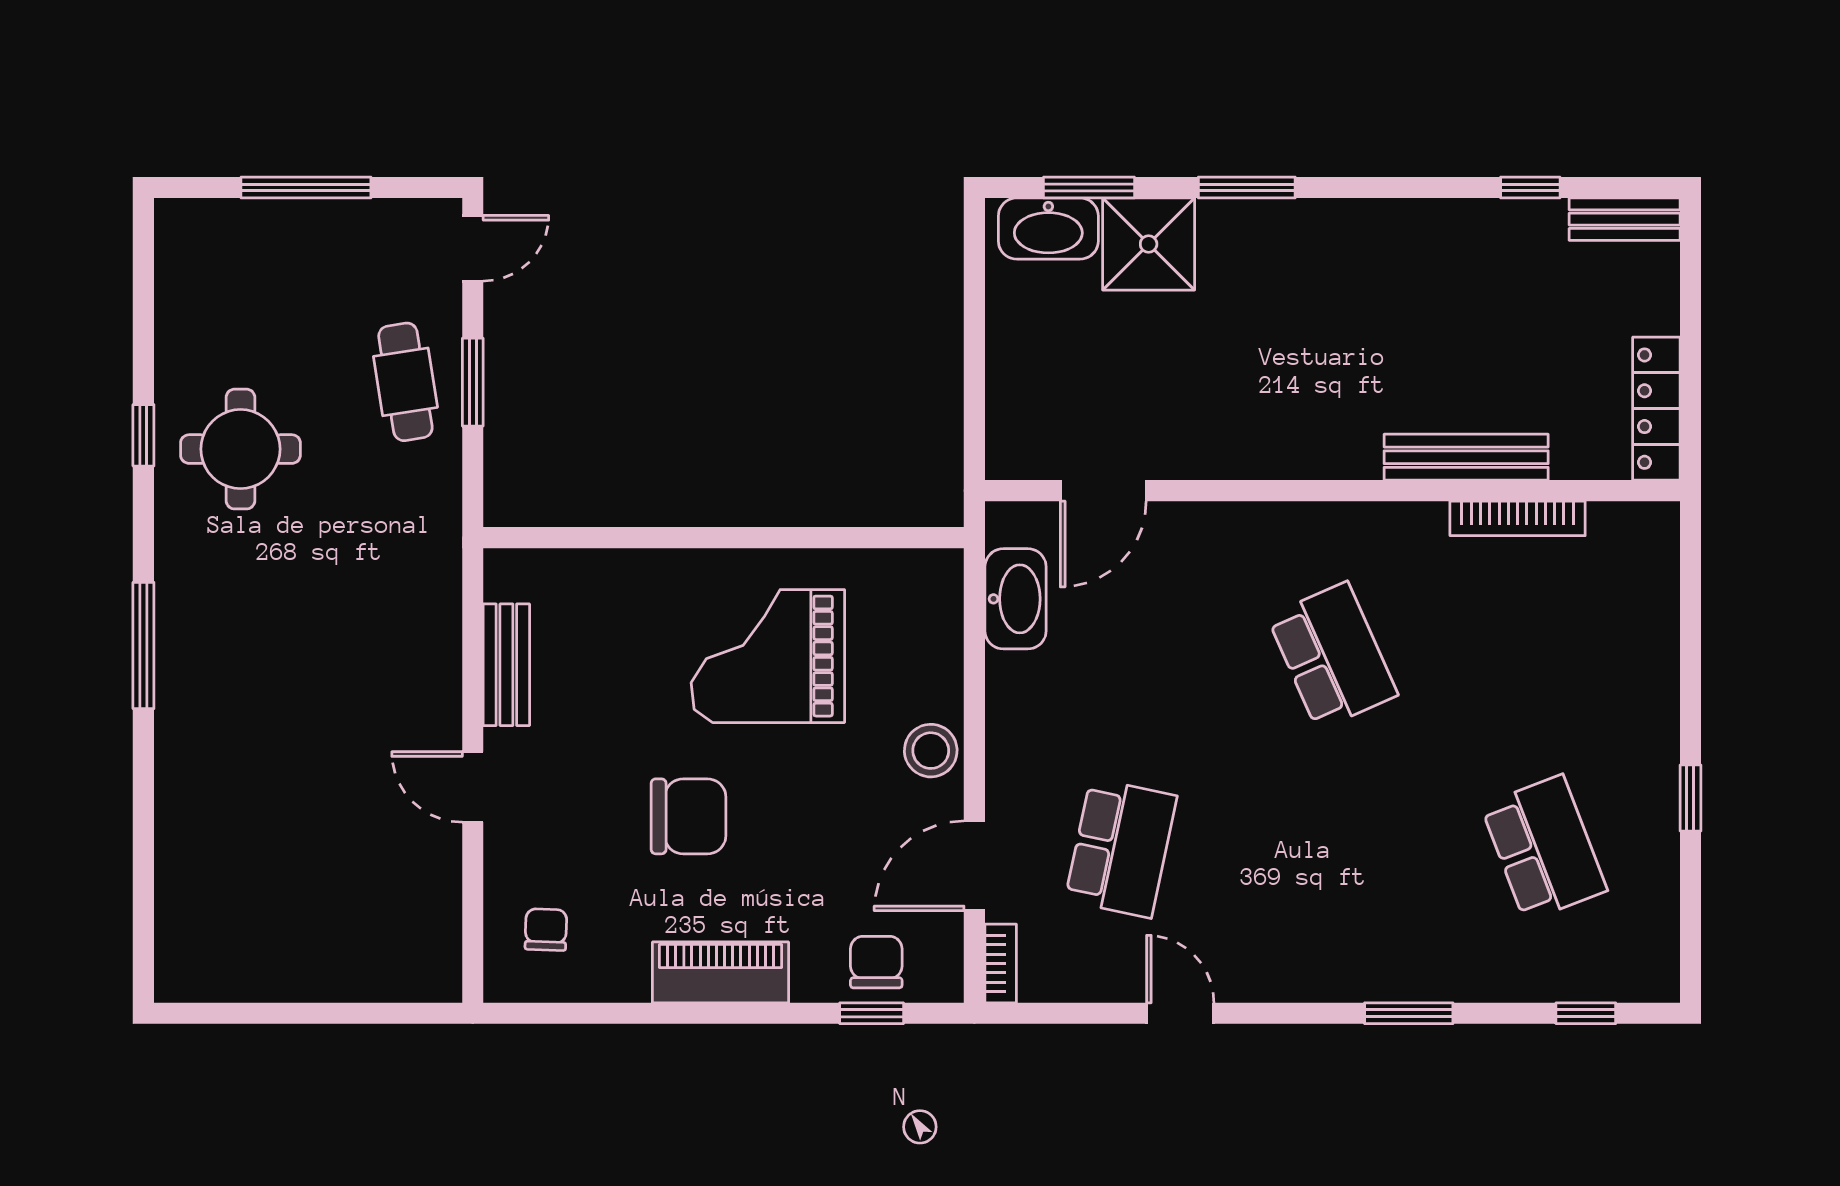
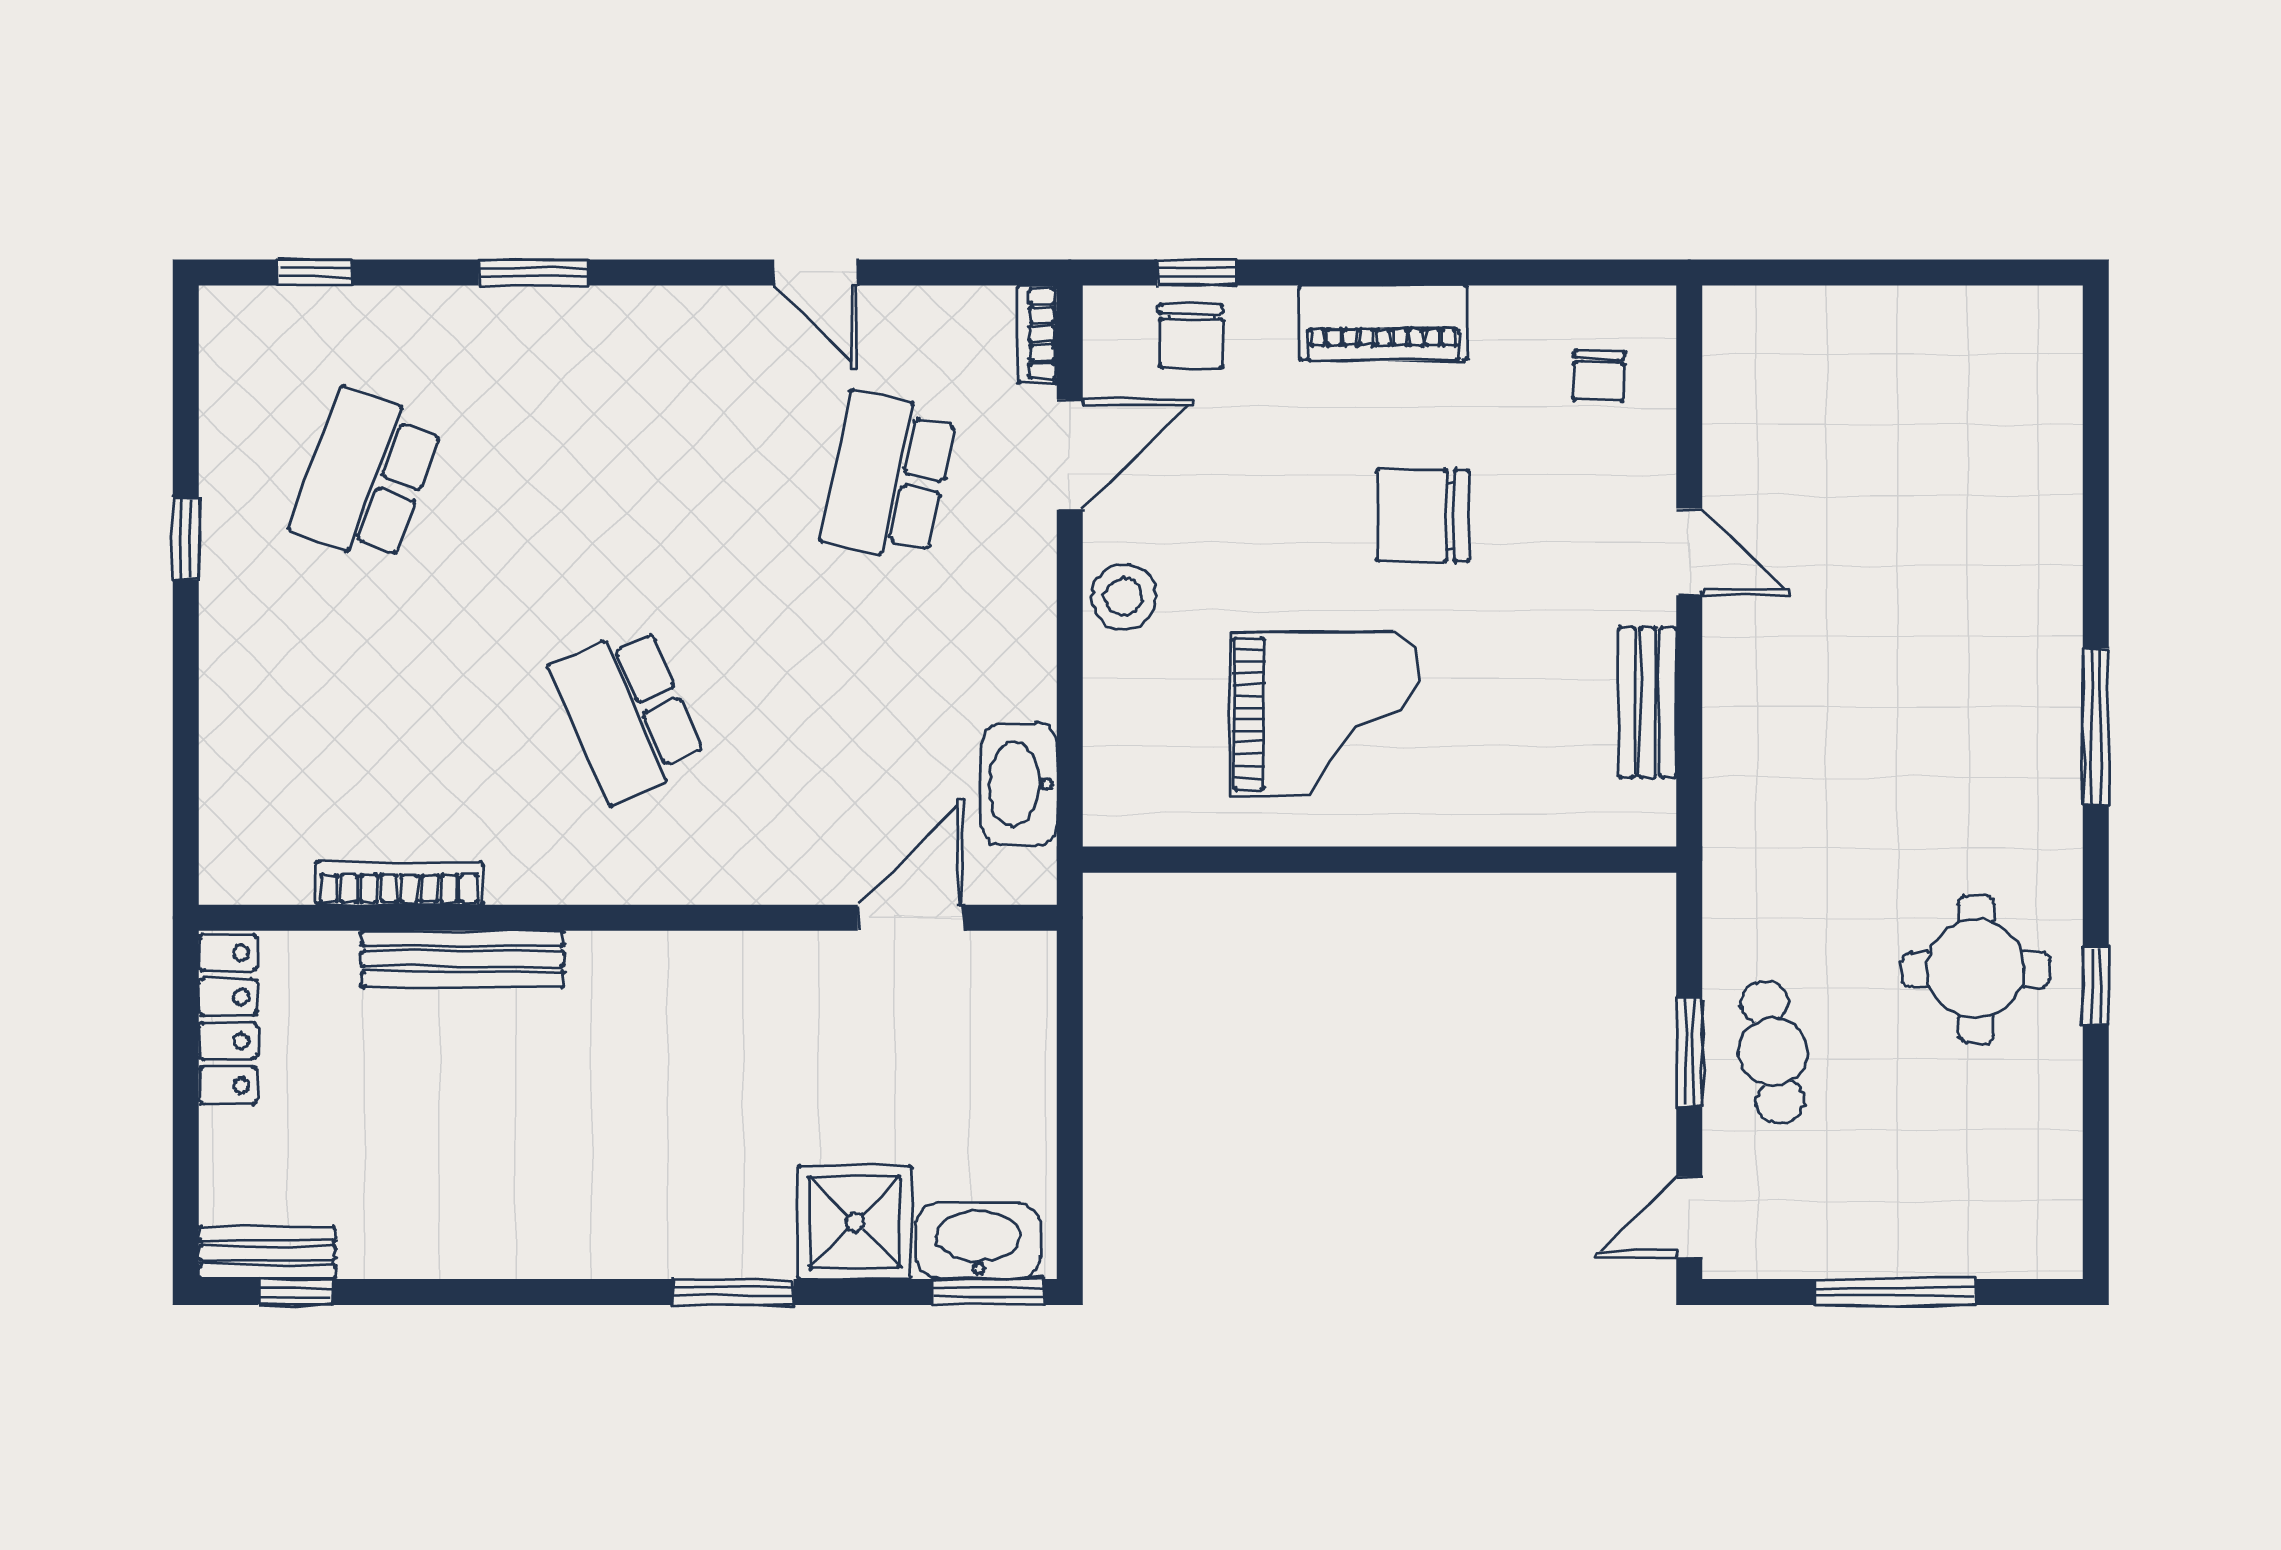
window: (1089, 188) -> (988, 1292), moved
window: (1530, 188) -> (295, 1292), moved
school desk: (1544, 848) -> (367, 476), turned 42

